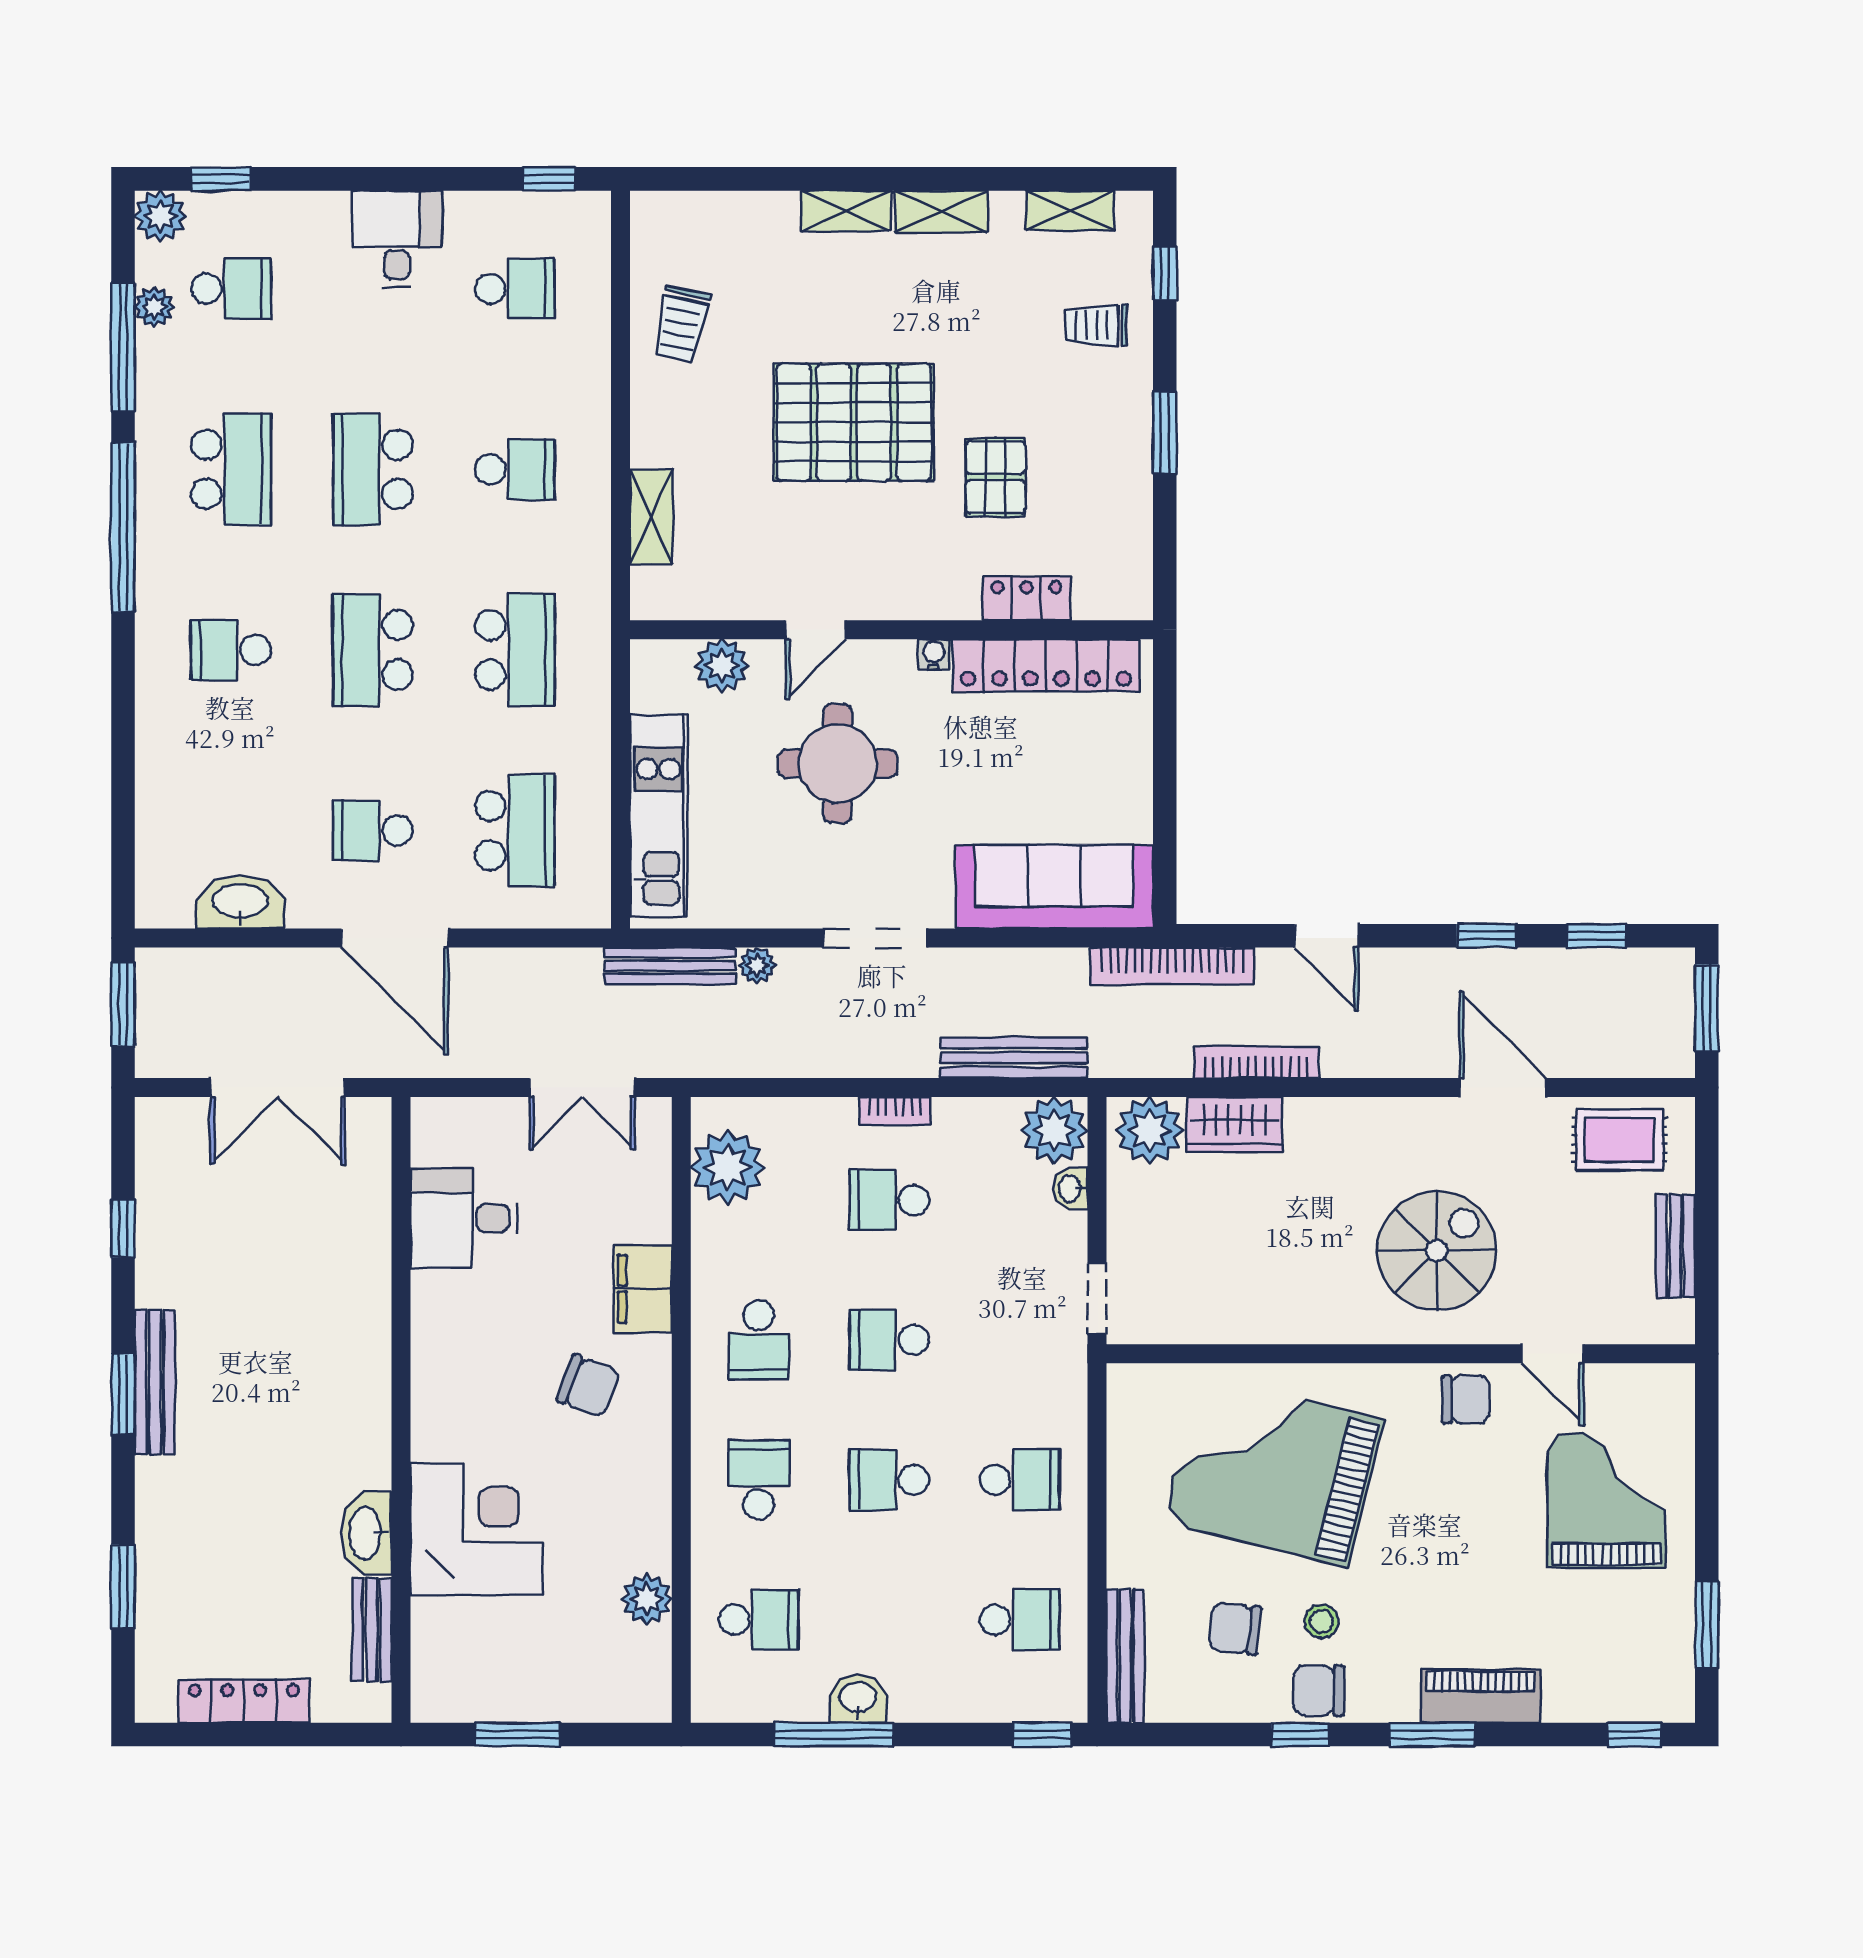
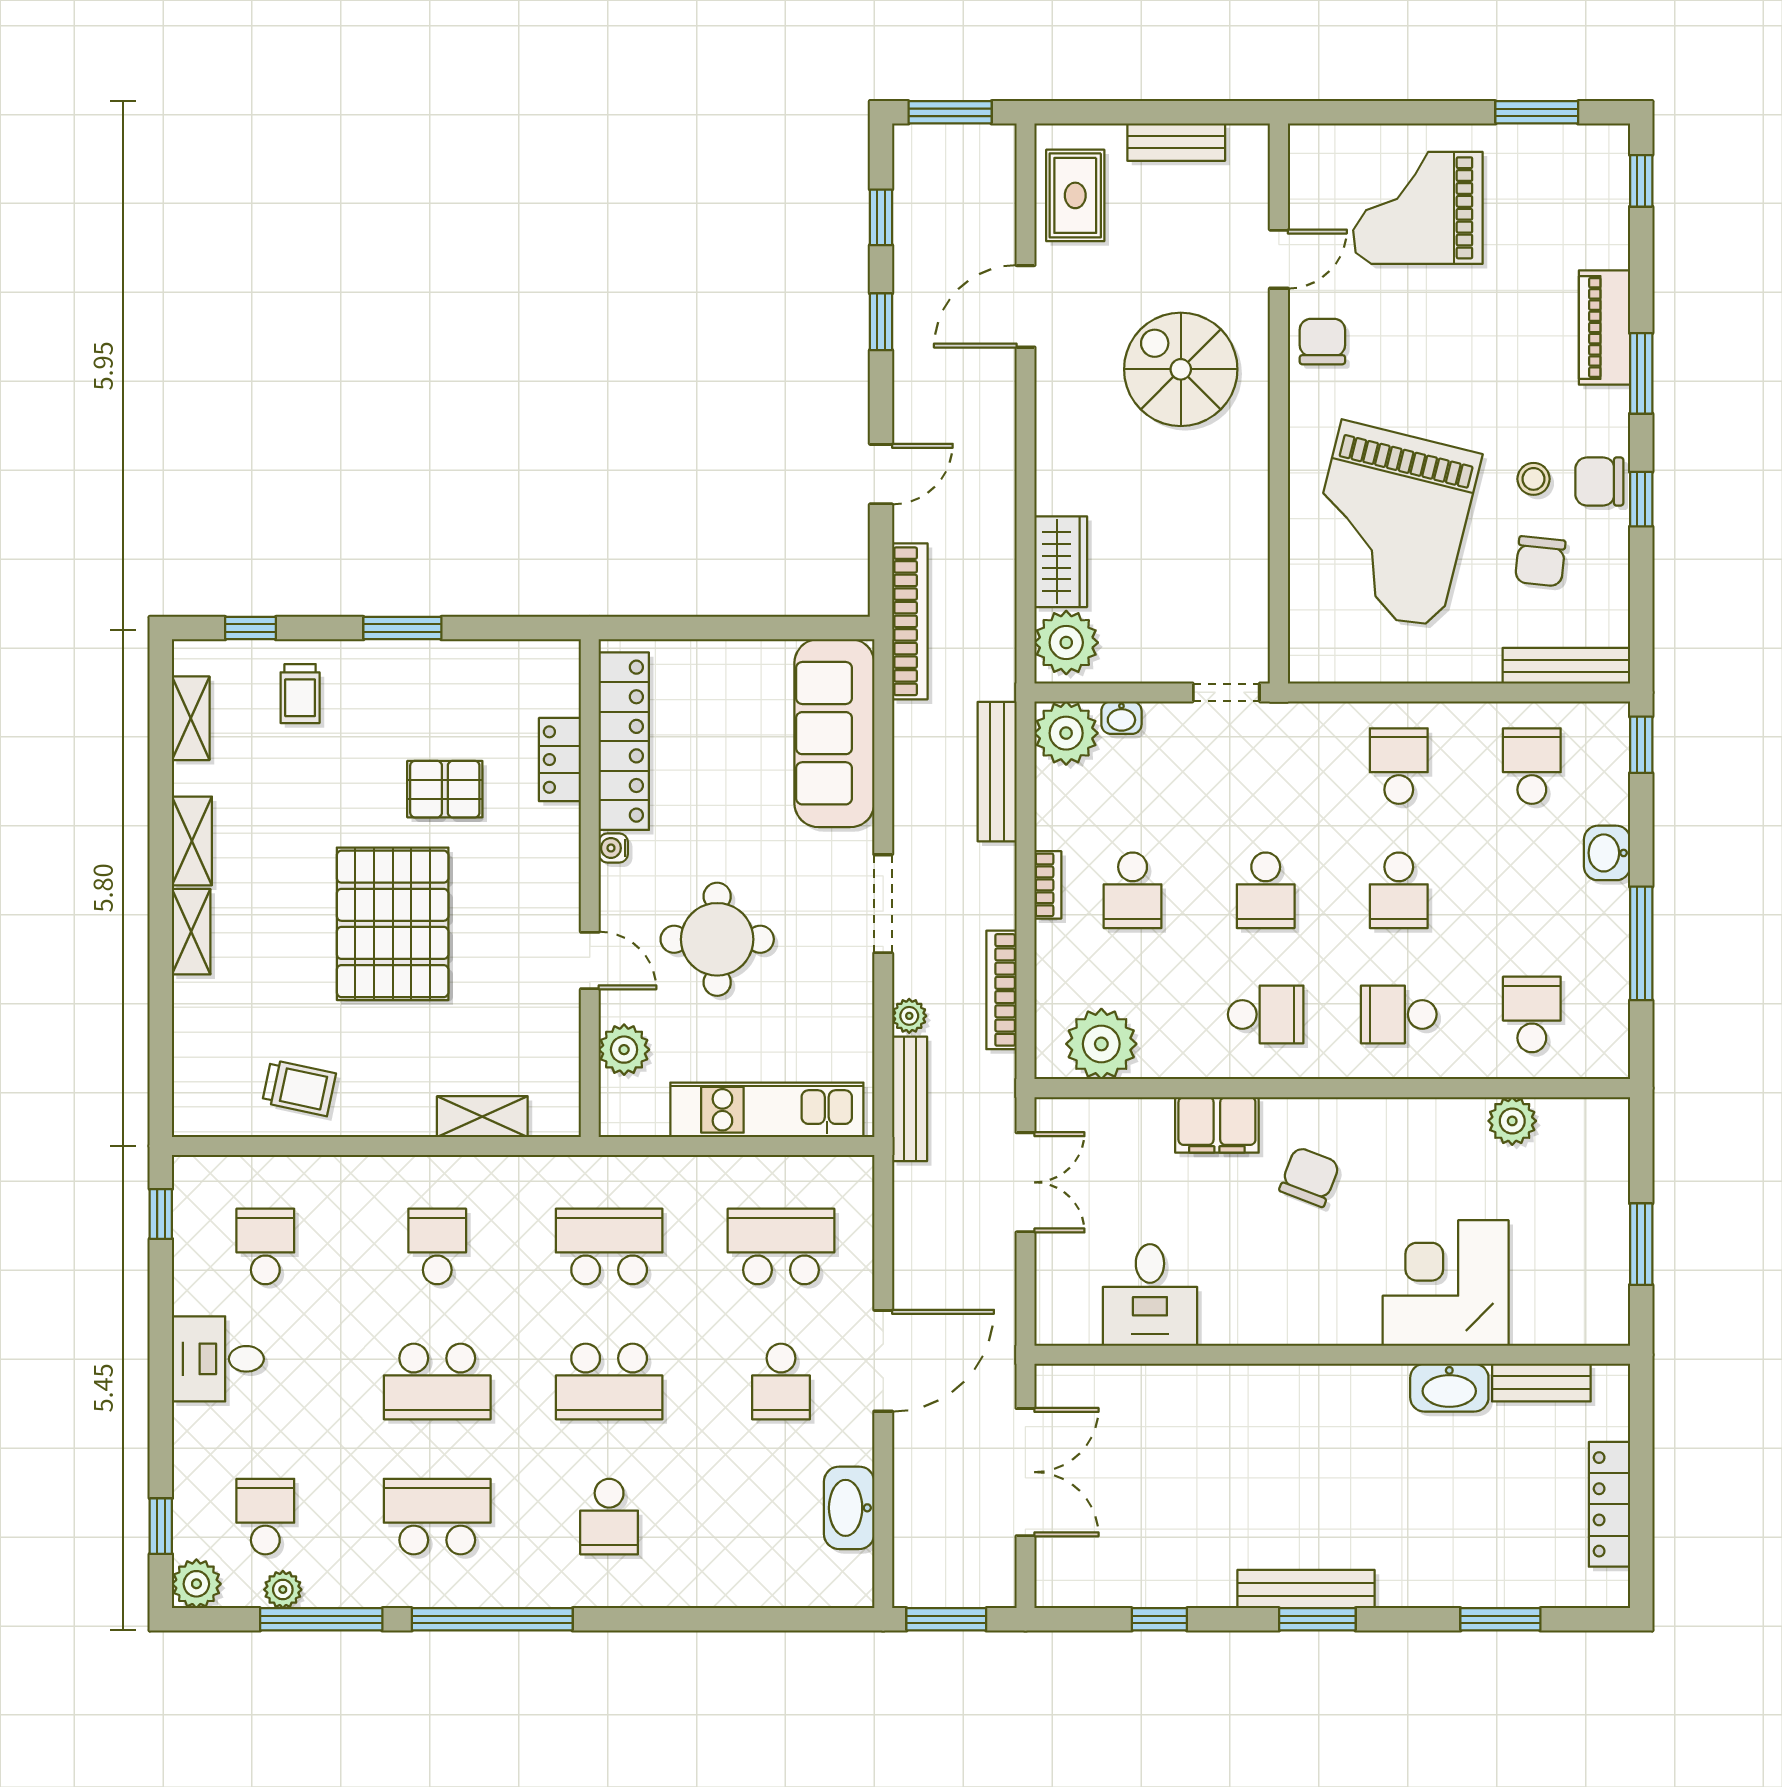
bookcase: (1256, 1062) -> (1001, 990), moved
chair: (1319, 1691) -> (1599, 482), turned 90
washbasin: (858, 1699) -> (1607, 853), moved

